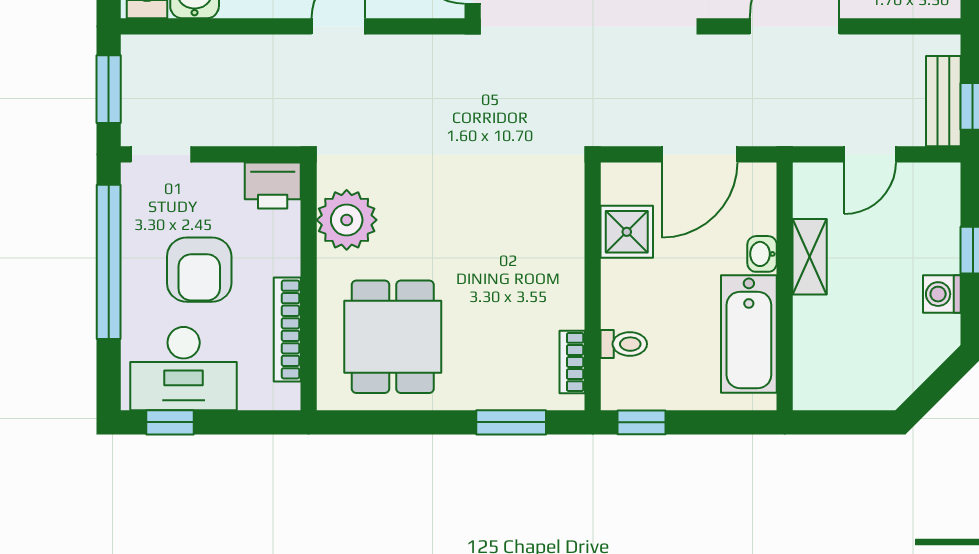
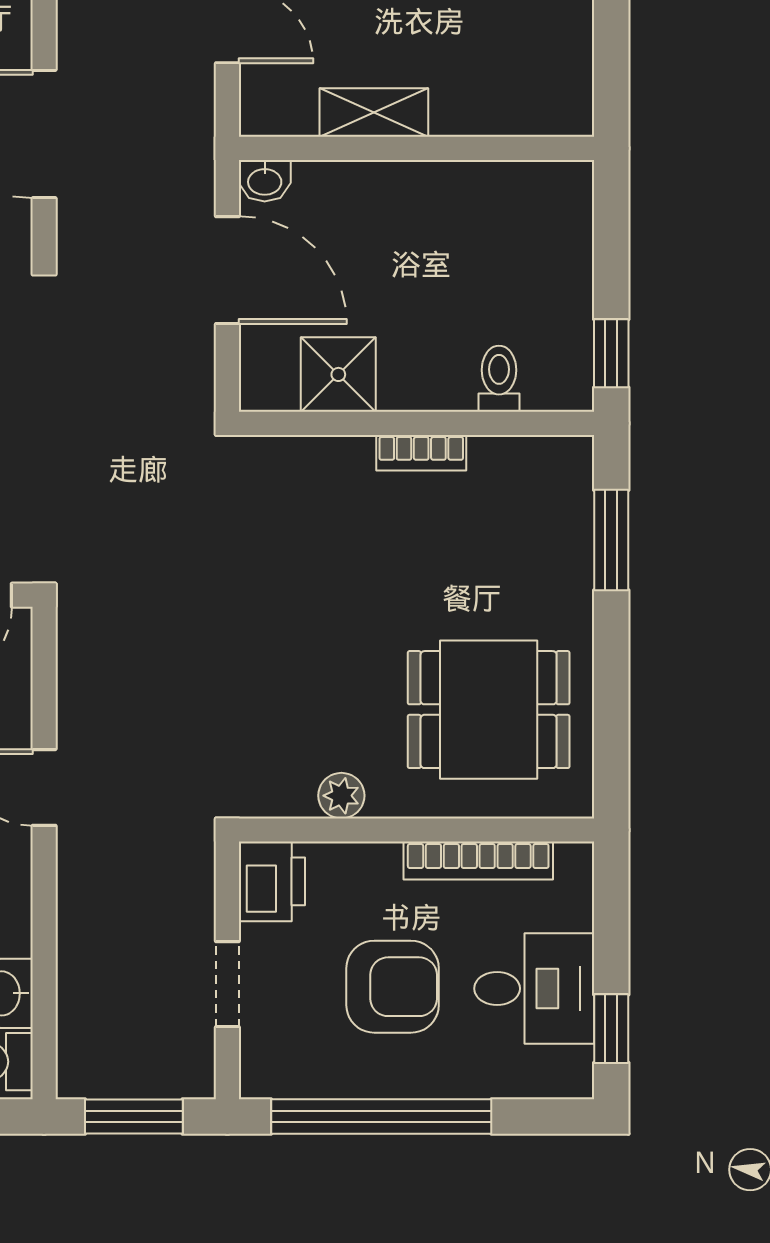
doorway: (161, 154) -> (227, 984), moved
plant: (347, 220) -> (341, 796), width x0.53, depth x0.53
washbasin: (762, 254) -> (265, 181), moved
bathtub: (749, 334) -> (485, 200), removed
bookcase: (572, 362) -> (421, 453), moved
desk: (184, 369) -> (534, 989), width x0.73

